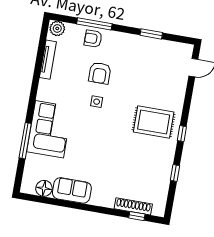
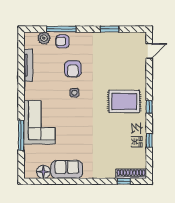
plant: (57, 28) -> (44, 38), moved
shoe rack: (133, 206) -> (131, 174), moved

